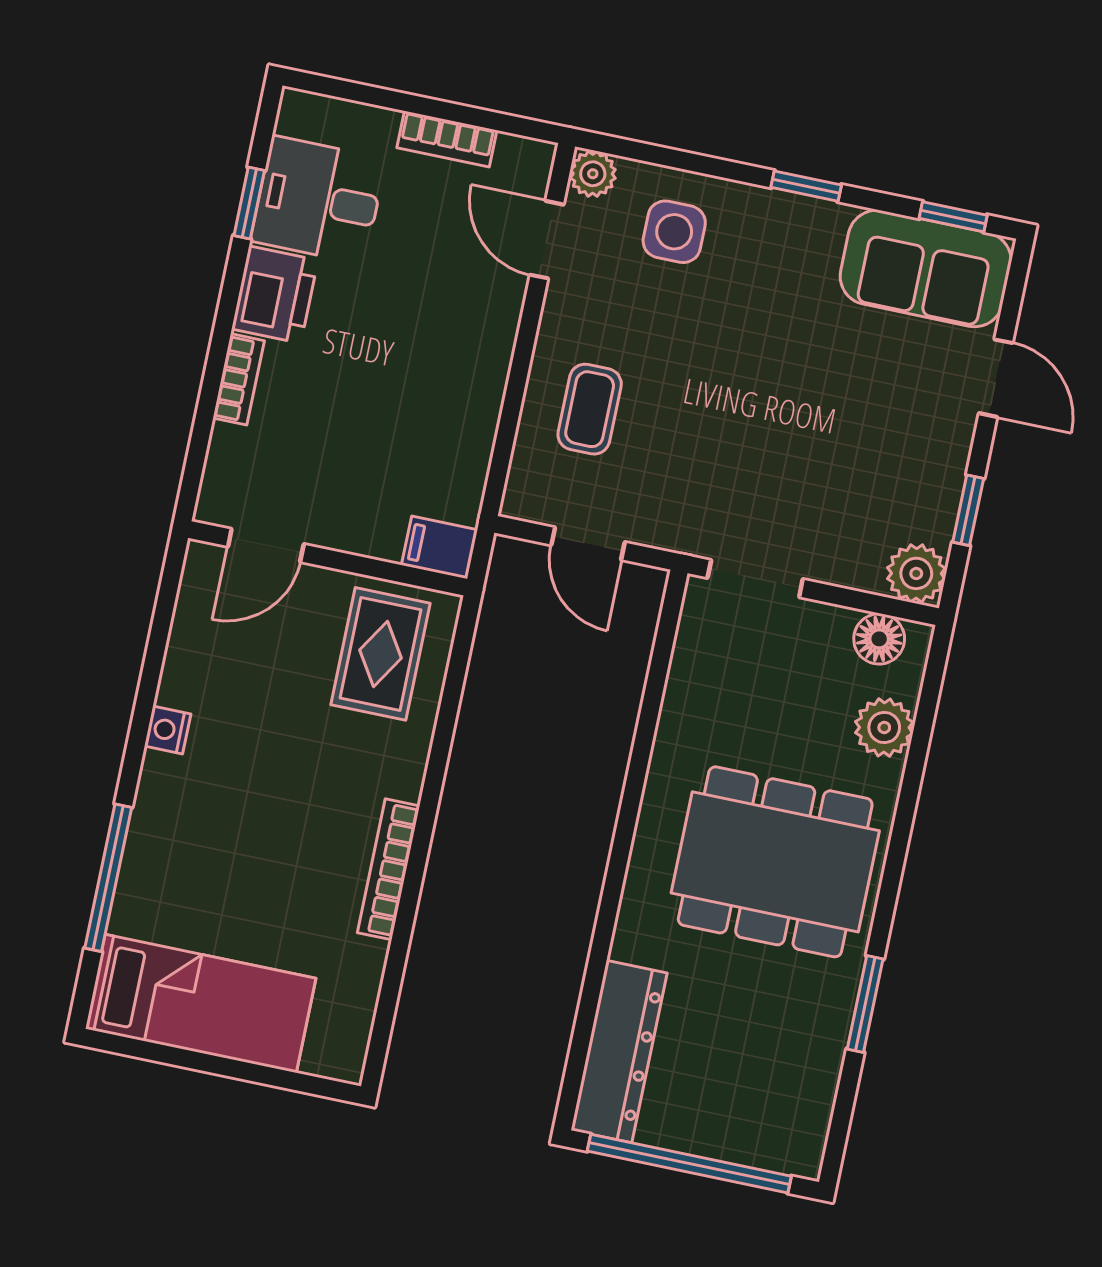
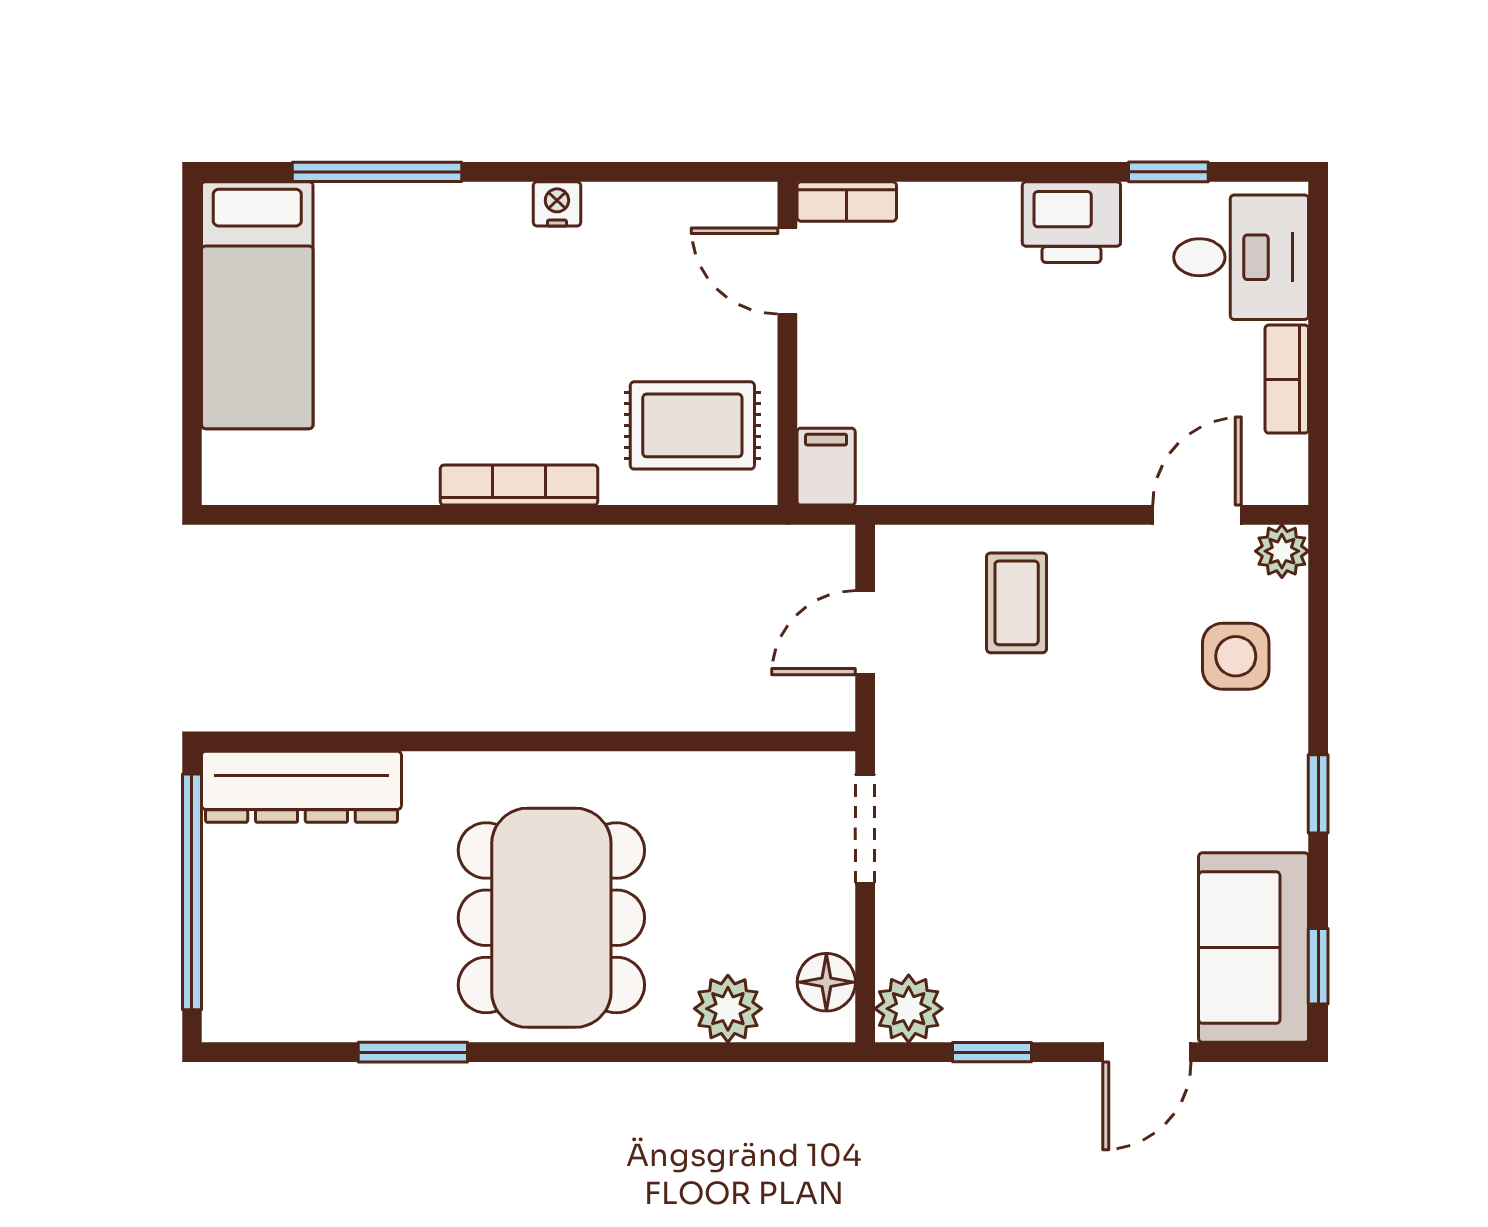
desk: (318, 200) -> (1241, 257), moved, turned 90
bookcase: (239, 379) -> (847, 201), moved
coffee table: (590, 409) -> (1017, 603), turned 90
bookcase: (389, 869) -> (519, 485), moved

